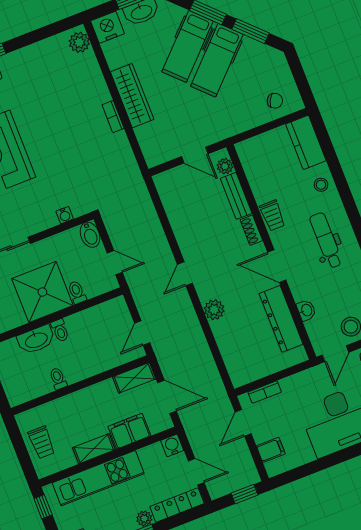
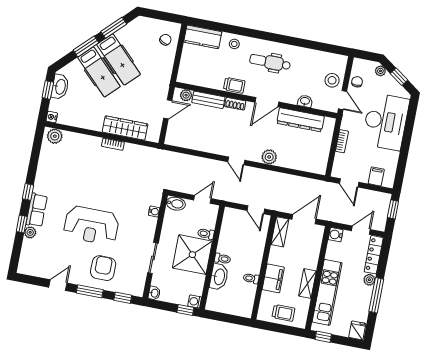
nightstand: (108, 27) -> (52, 117), width x0.53, depth x0.56
wardrobe: (132, 96) -> (125, 128), moved
bookcase: (265, 392) -> (342, 141), moved
filing cabinet: (129, 431) -> (273, 278), moved, turned 180

